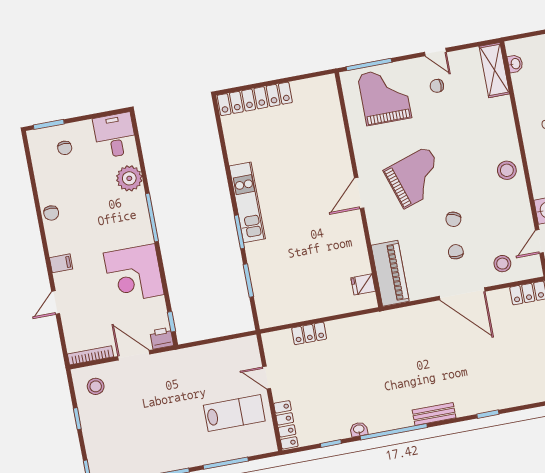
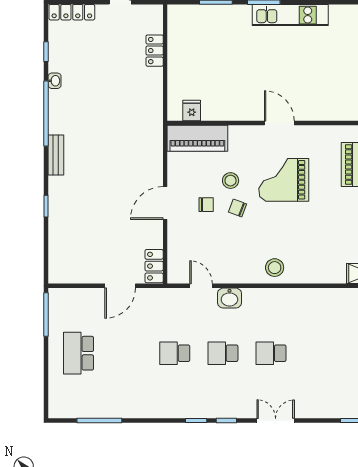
grand piano: (416, 178) -> (284, 180), turned 108
stool: (502, 264) -> (231, 181), moved
door: (462, 294) -> (165, 203), width x0.73

